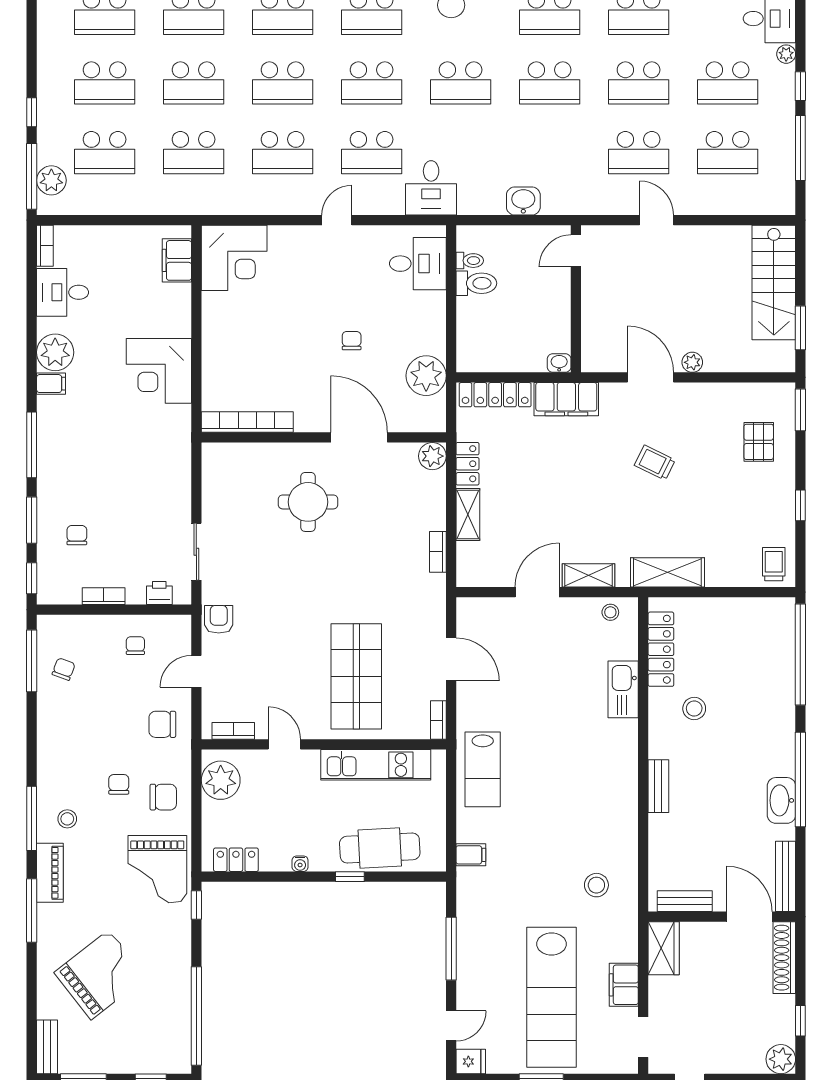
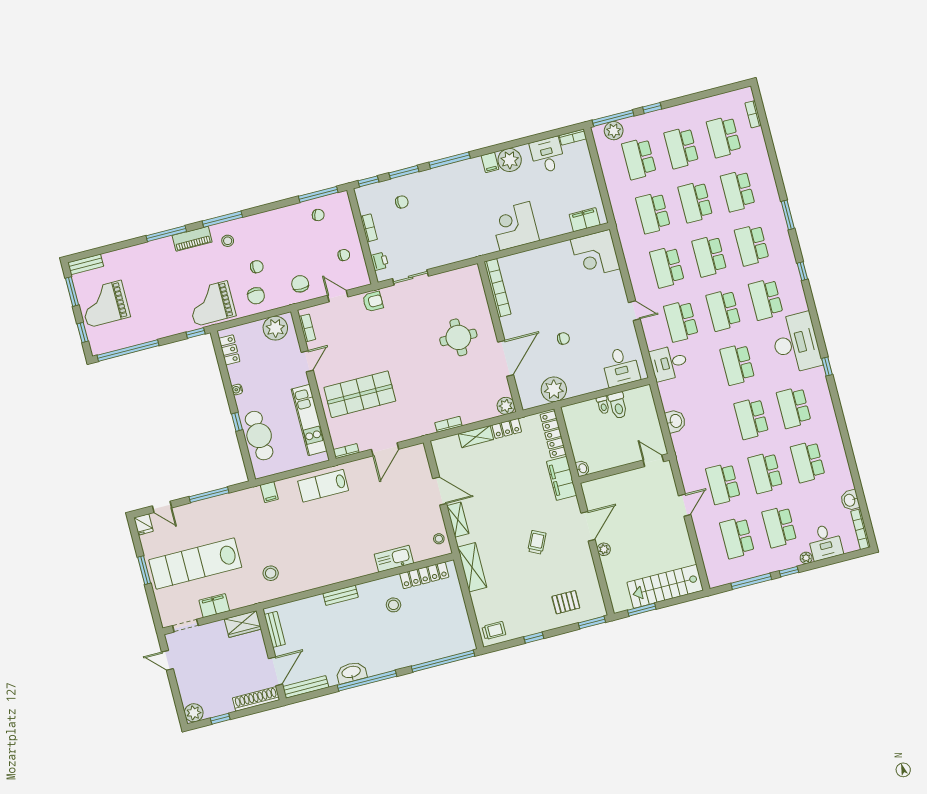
toilet: (470, 261) -> (603, 405), moved
grand piano: (100, 975) -> (105, 304), moved, turned 128

